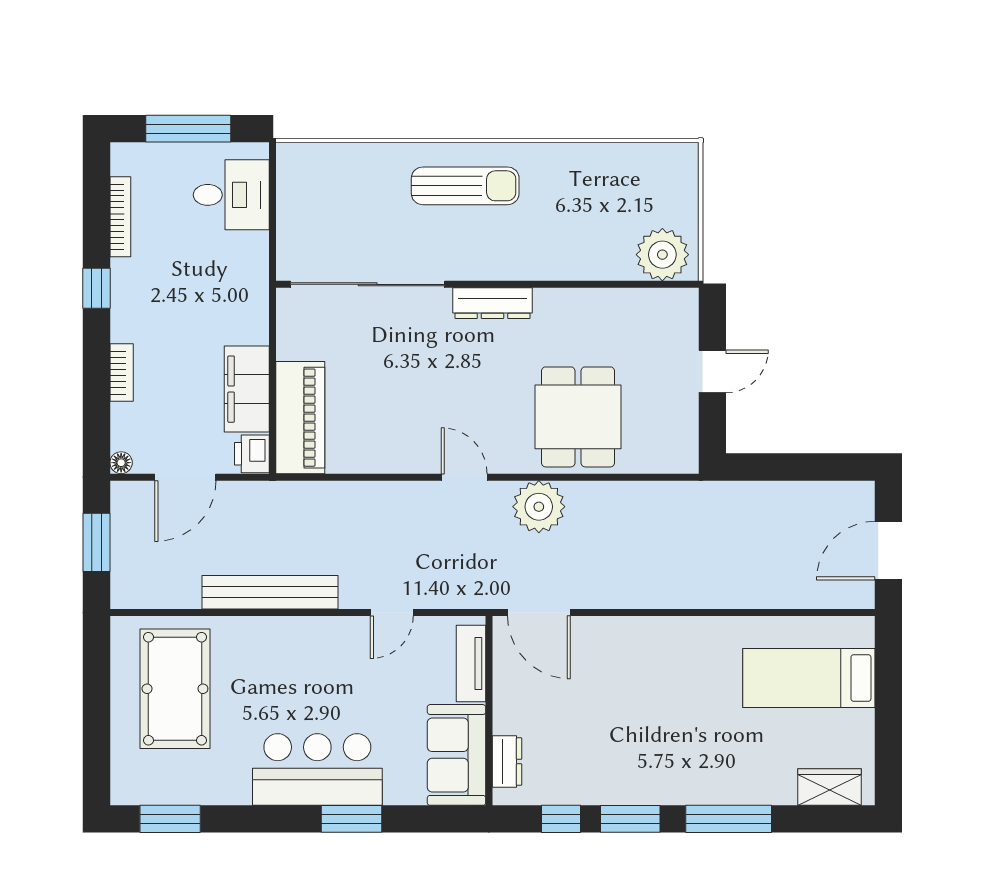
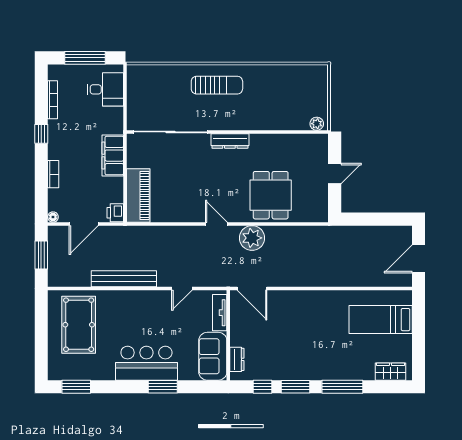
plant: (662, 255) -> (317, 124), width x0.53, depth x0.53
filing cabinet: (247, 389) -> (113, 156), moved

